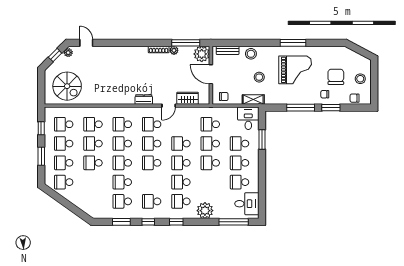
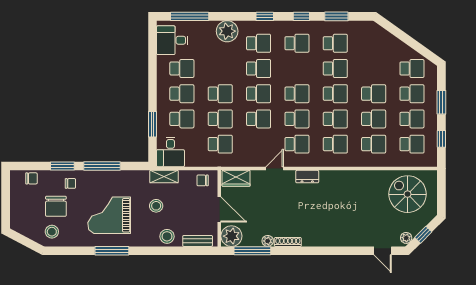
stool: (360, 79) -> (52, 232), moved
wardrobe: (188, 98) -> (236, 178), moved

